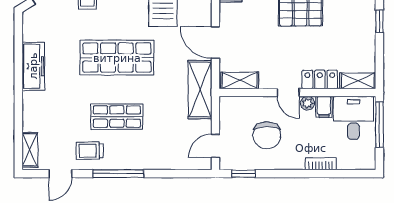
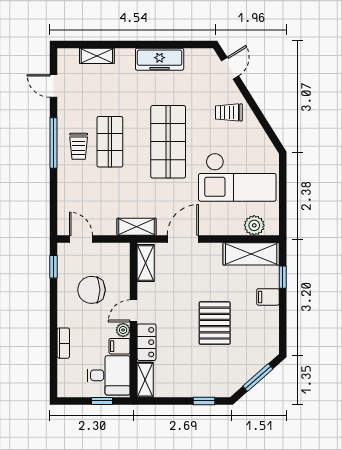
shelving: (200, 90) -> (137, 227), width x0.67, depth x0.75
window: (379, 125) -> (102, 401), width x0.46
shelving: (30, 150) -> (97, 56), moved
trolley: (90, 151) -> (79, 146), moved, turned 180

